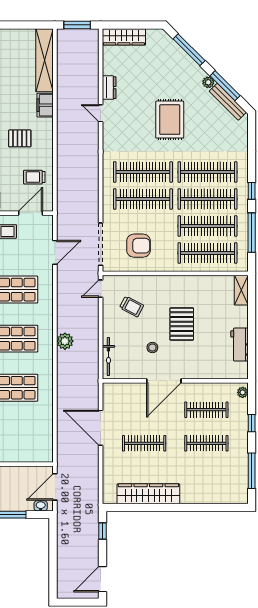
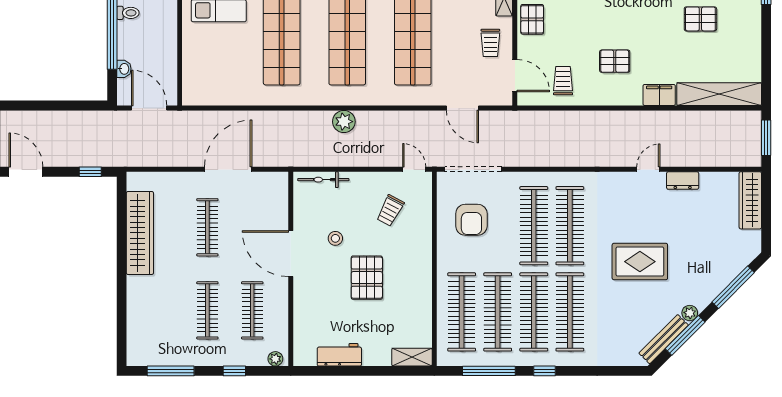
pallet: (20, 138) -> (615, 61), turned 90
pallet: (182, 324) -> (367, 278), turned 90
washbasin: (41, 506) -> (124, 69), moved

